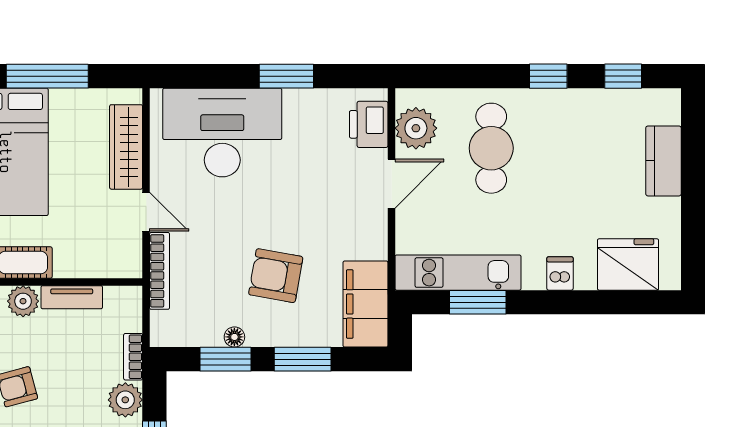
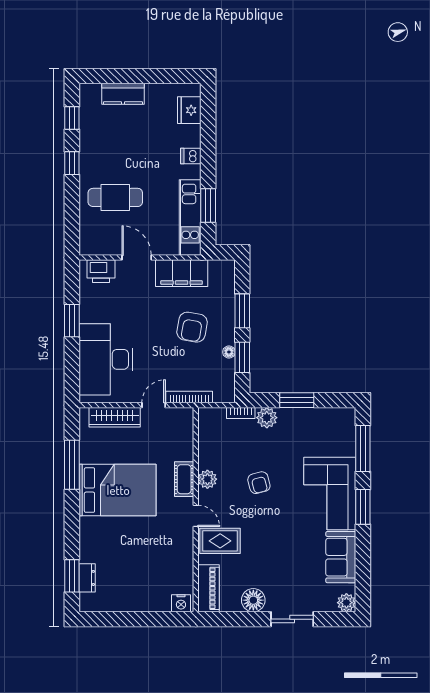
plant: (416, 128) -> (103, 243), removed
fridge: (628, 264) -> (189, 110), width x0.73, depth x0.75
tv unit: (72, 297) -> (205, 450), removed
filing cabinet: (365, 304) -> (182, 273), moved

